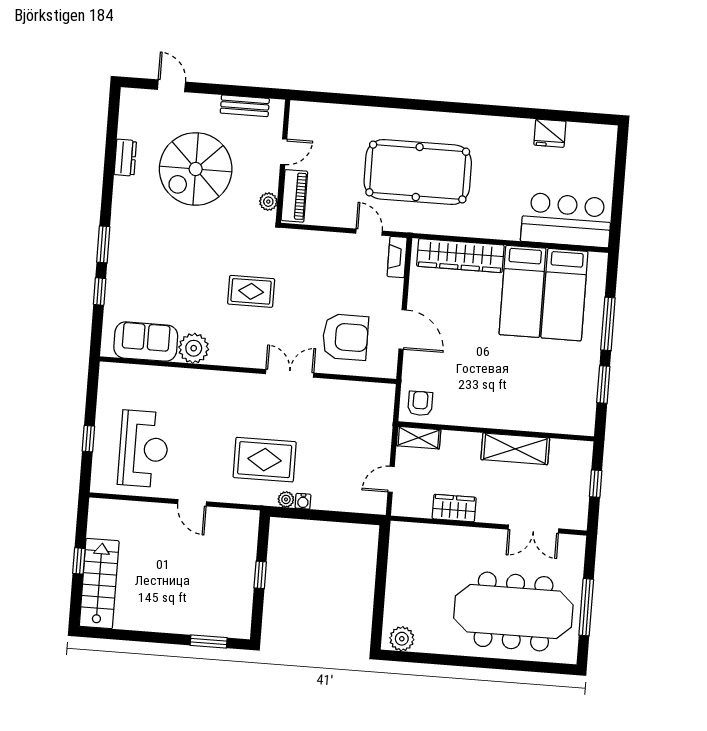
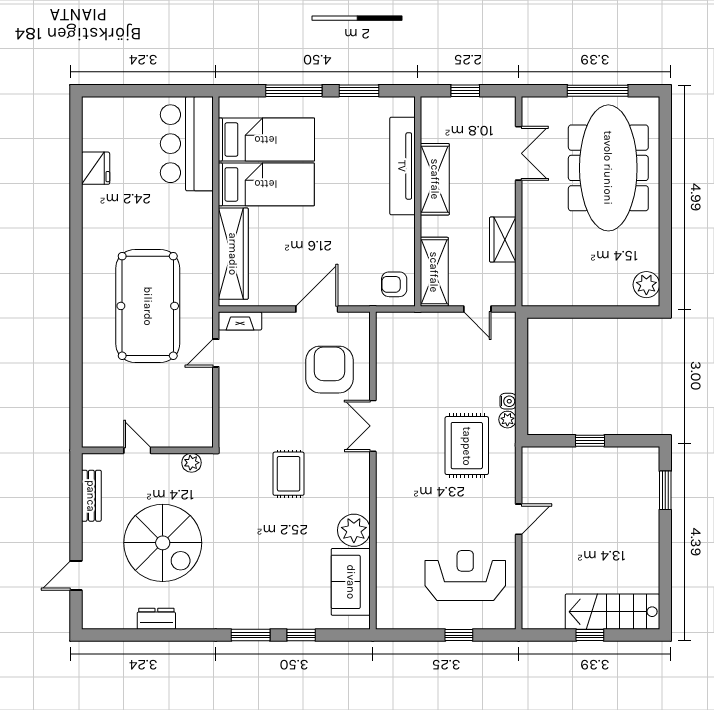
piano: (294, 196) -> (183, 435), removed
tv unit: (530, 420) -> (402, 166), added
shelving: (419, 438) -> (434, 272), width x1.50, depth x1.33

